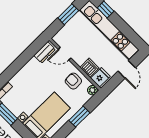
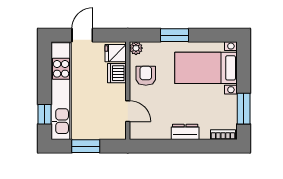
dresser: (45, 52) -> (185, 132), moved
armchair: (73, 81) -> (146, 76), turned 180

